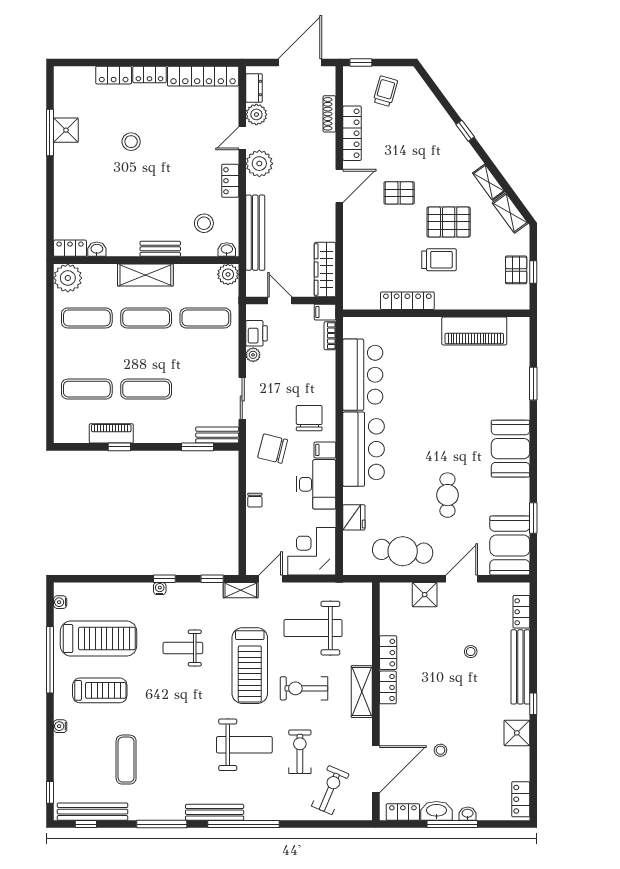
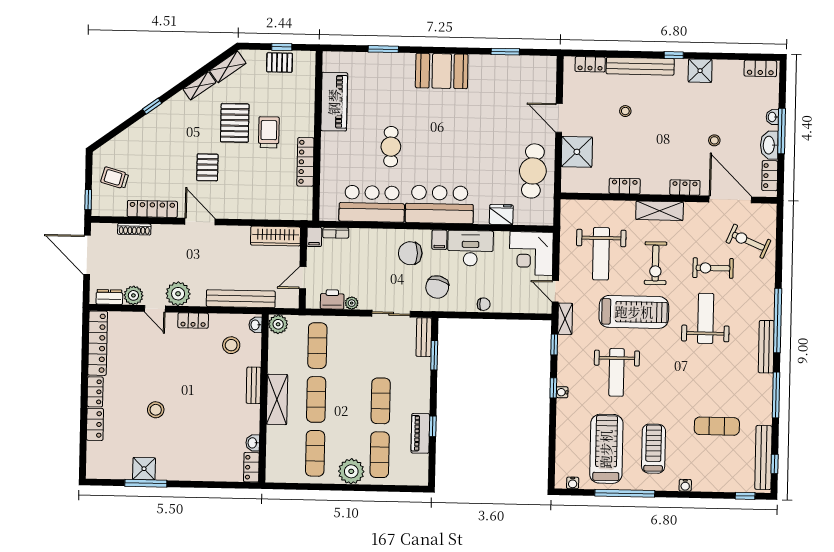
plant: (68, 278) -> (351, 471), moved
cafe table: (447, 495) -> (391, 147), moved, turned 90
booth: (510, 545) -> (530, 73), removed
shower: (425, 595) -> (577, 152), width x1.36, depth x1.36
weight bench: (183, 648) -> (617, 372), width x1.36, depth x1.33
locker: (388, 687) -> (685, 188), moved

